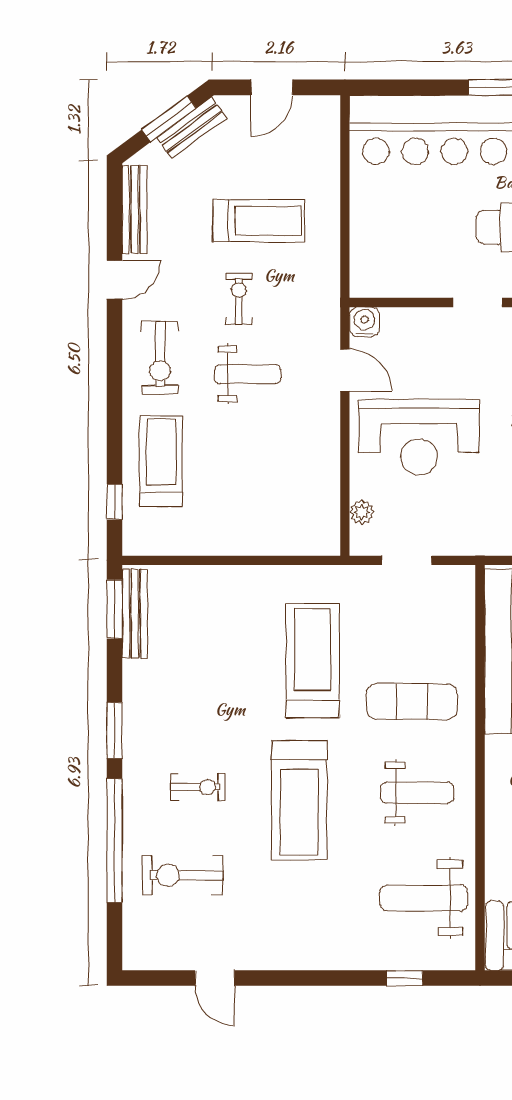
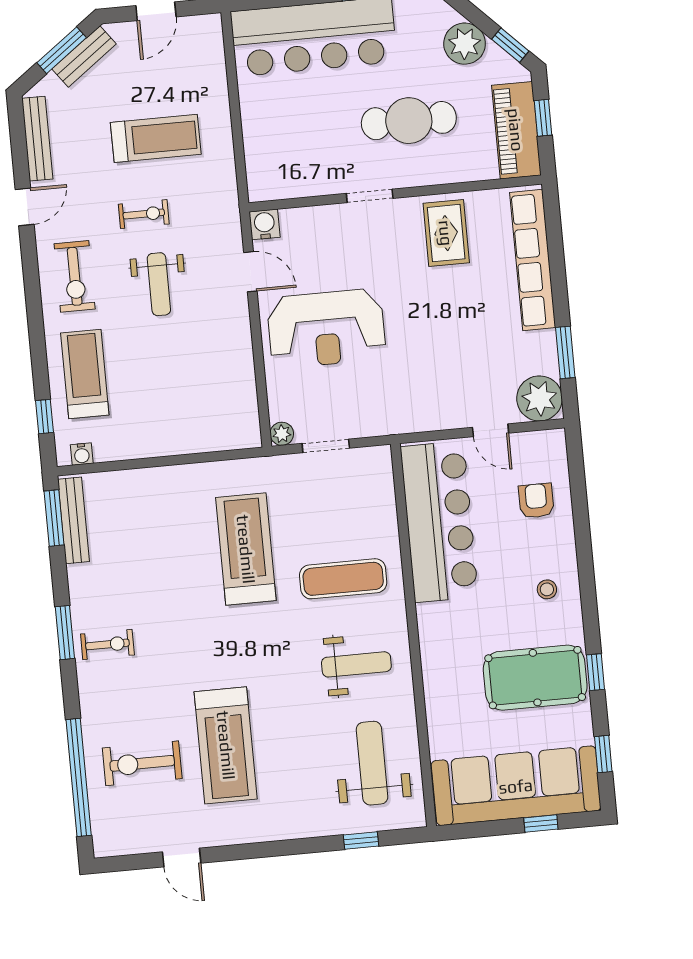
exercise bike: (239, 299) -> (144, 214), turned 90
weight bench: (248, 374) -> (159, 284), turned 90
plant: (362, 512) -> (282, 434), moved
water cooler: (150, 545) -> (82, 454), added
exercise bike: (198, 787) -> (107, 644), moved
treadmill: (299, 800) -> (226, 745), moved
window: (115, 841) -> (79, 777), moved
weight bench: (424, 898) -> (372, 763), turned 90

